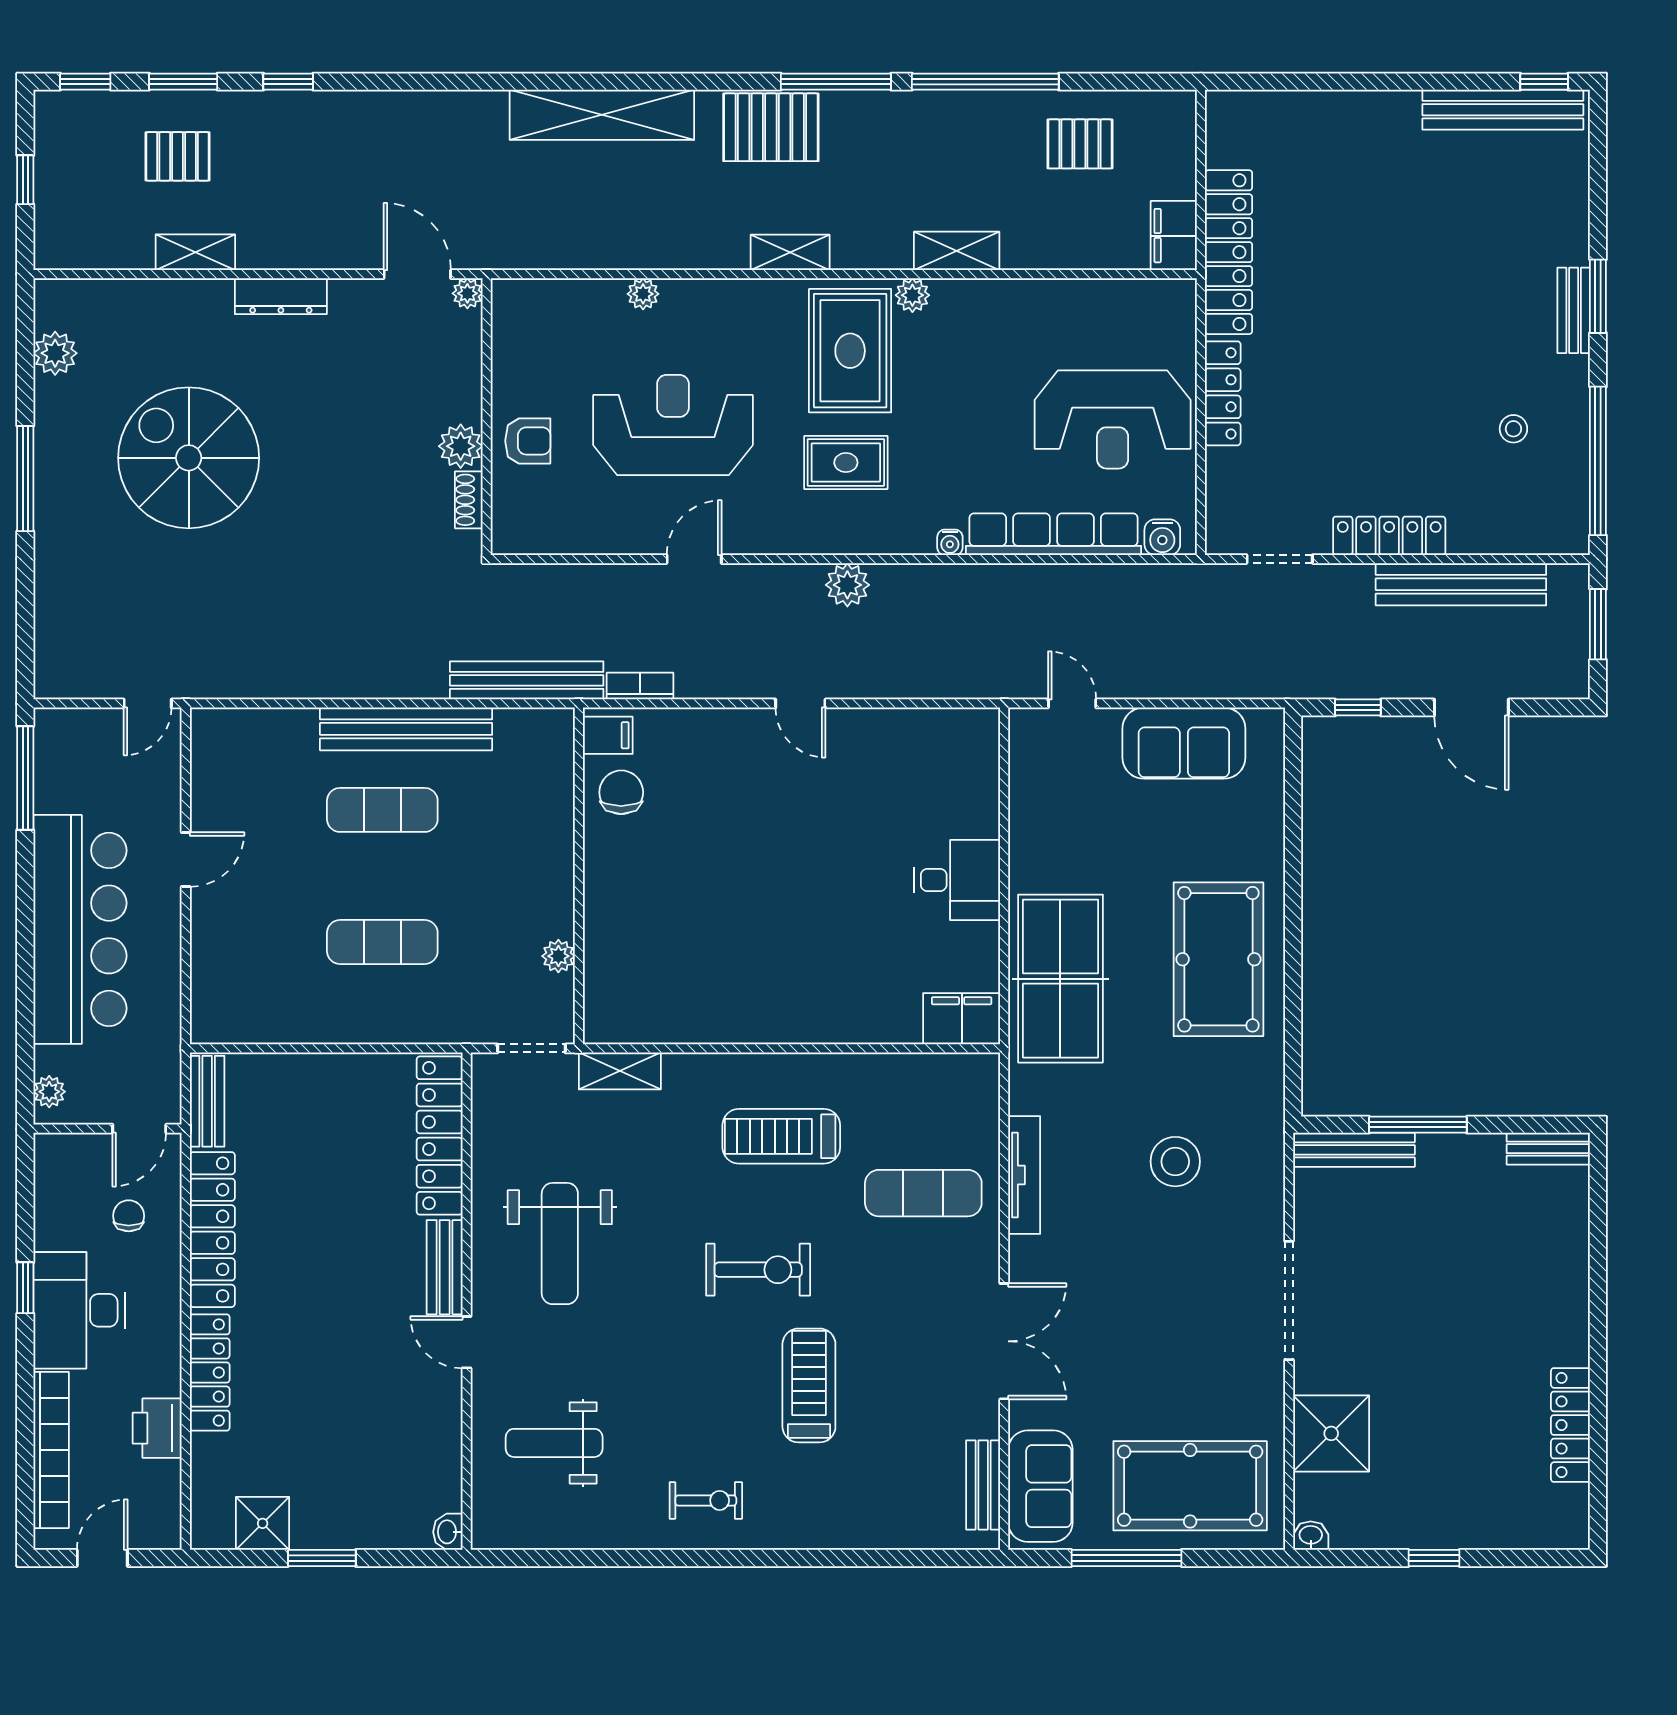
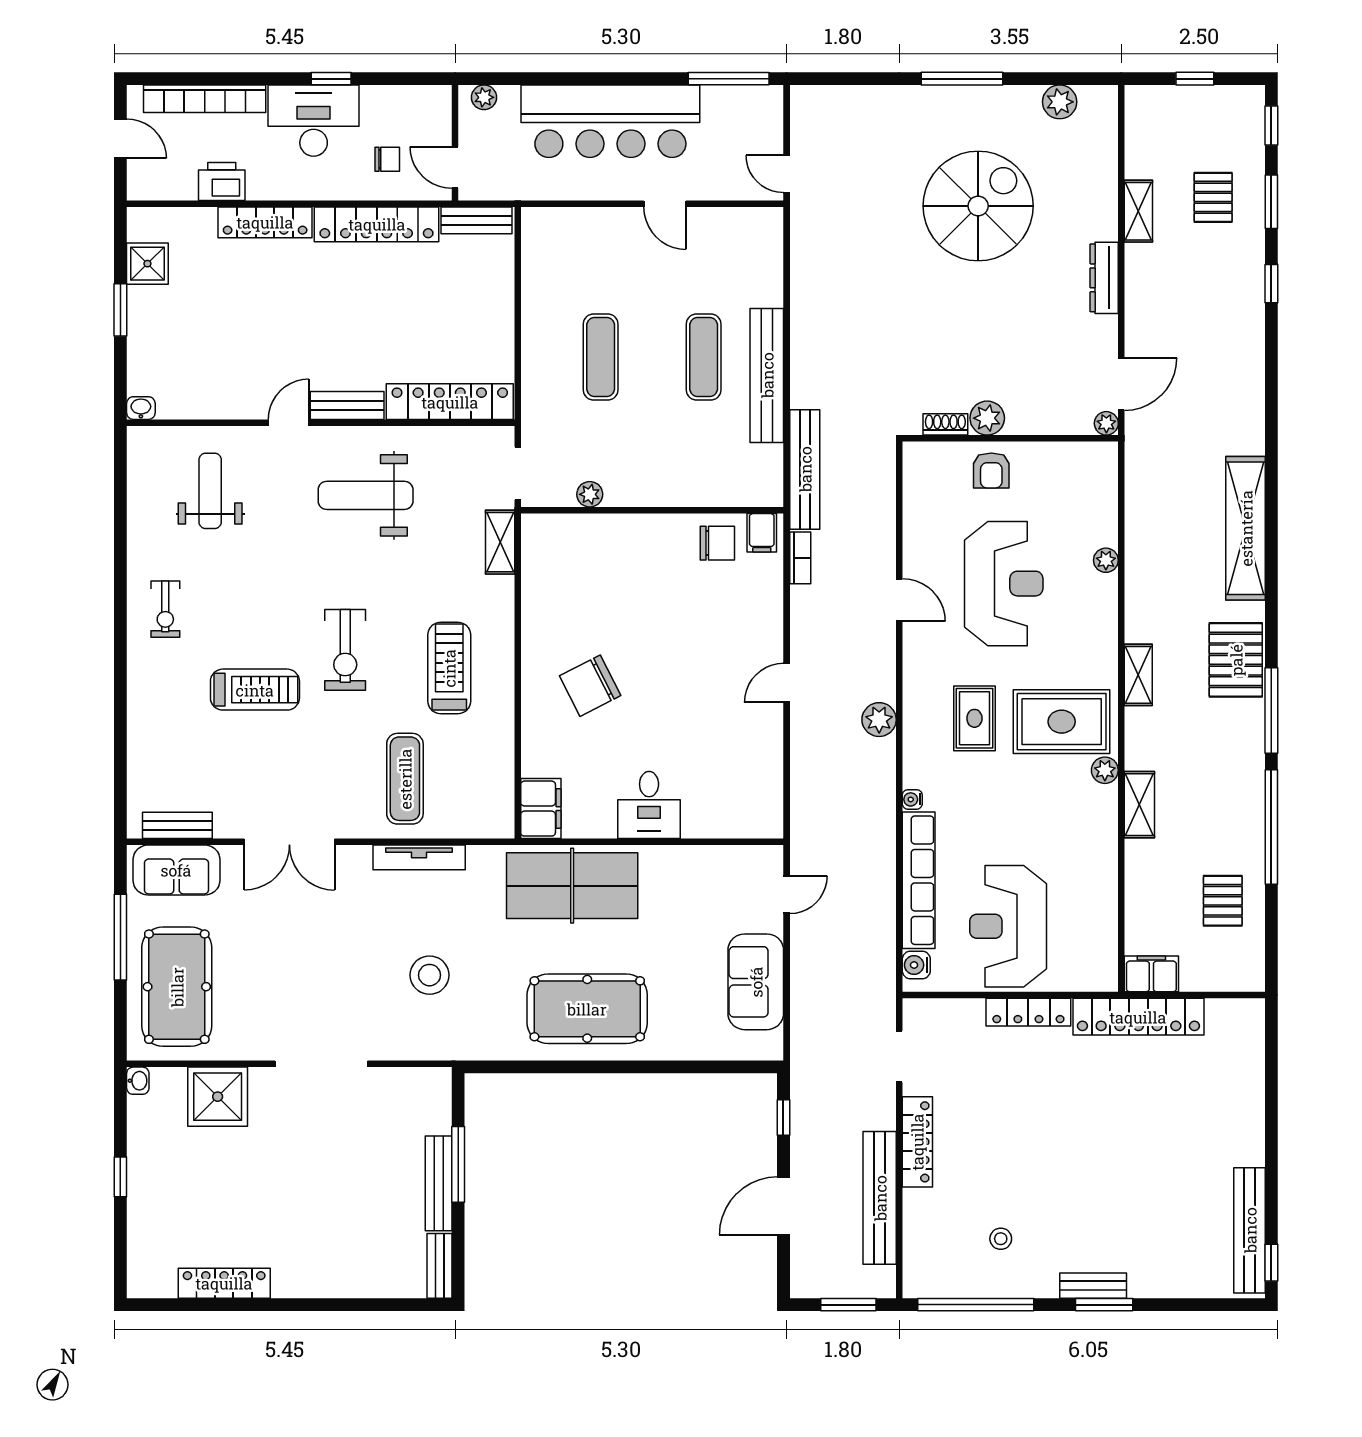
chair: (804, 956) -> (590, 686), added
bench: (1354, 1150) -> (439, 1183), moved

